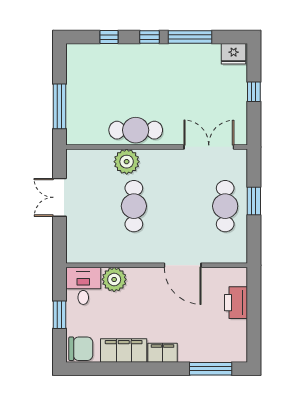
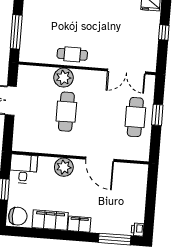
cafe table: (136, 130) -> (72, 54), width x0.73, depth x0.74
double door: (209, 147) -> (126, 71), swing flipped
plant: (114, 279) -> (64, 167), moved
printer: (236, 303) -> (138, 230), moved, width x0.53, depth x0.68

